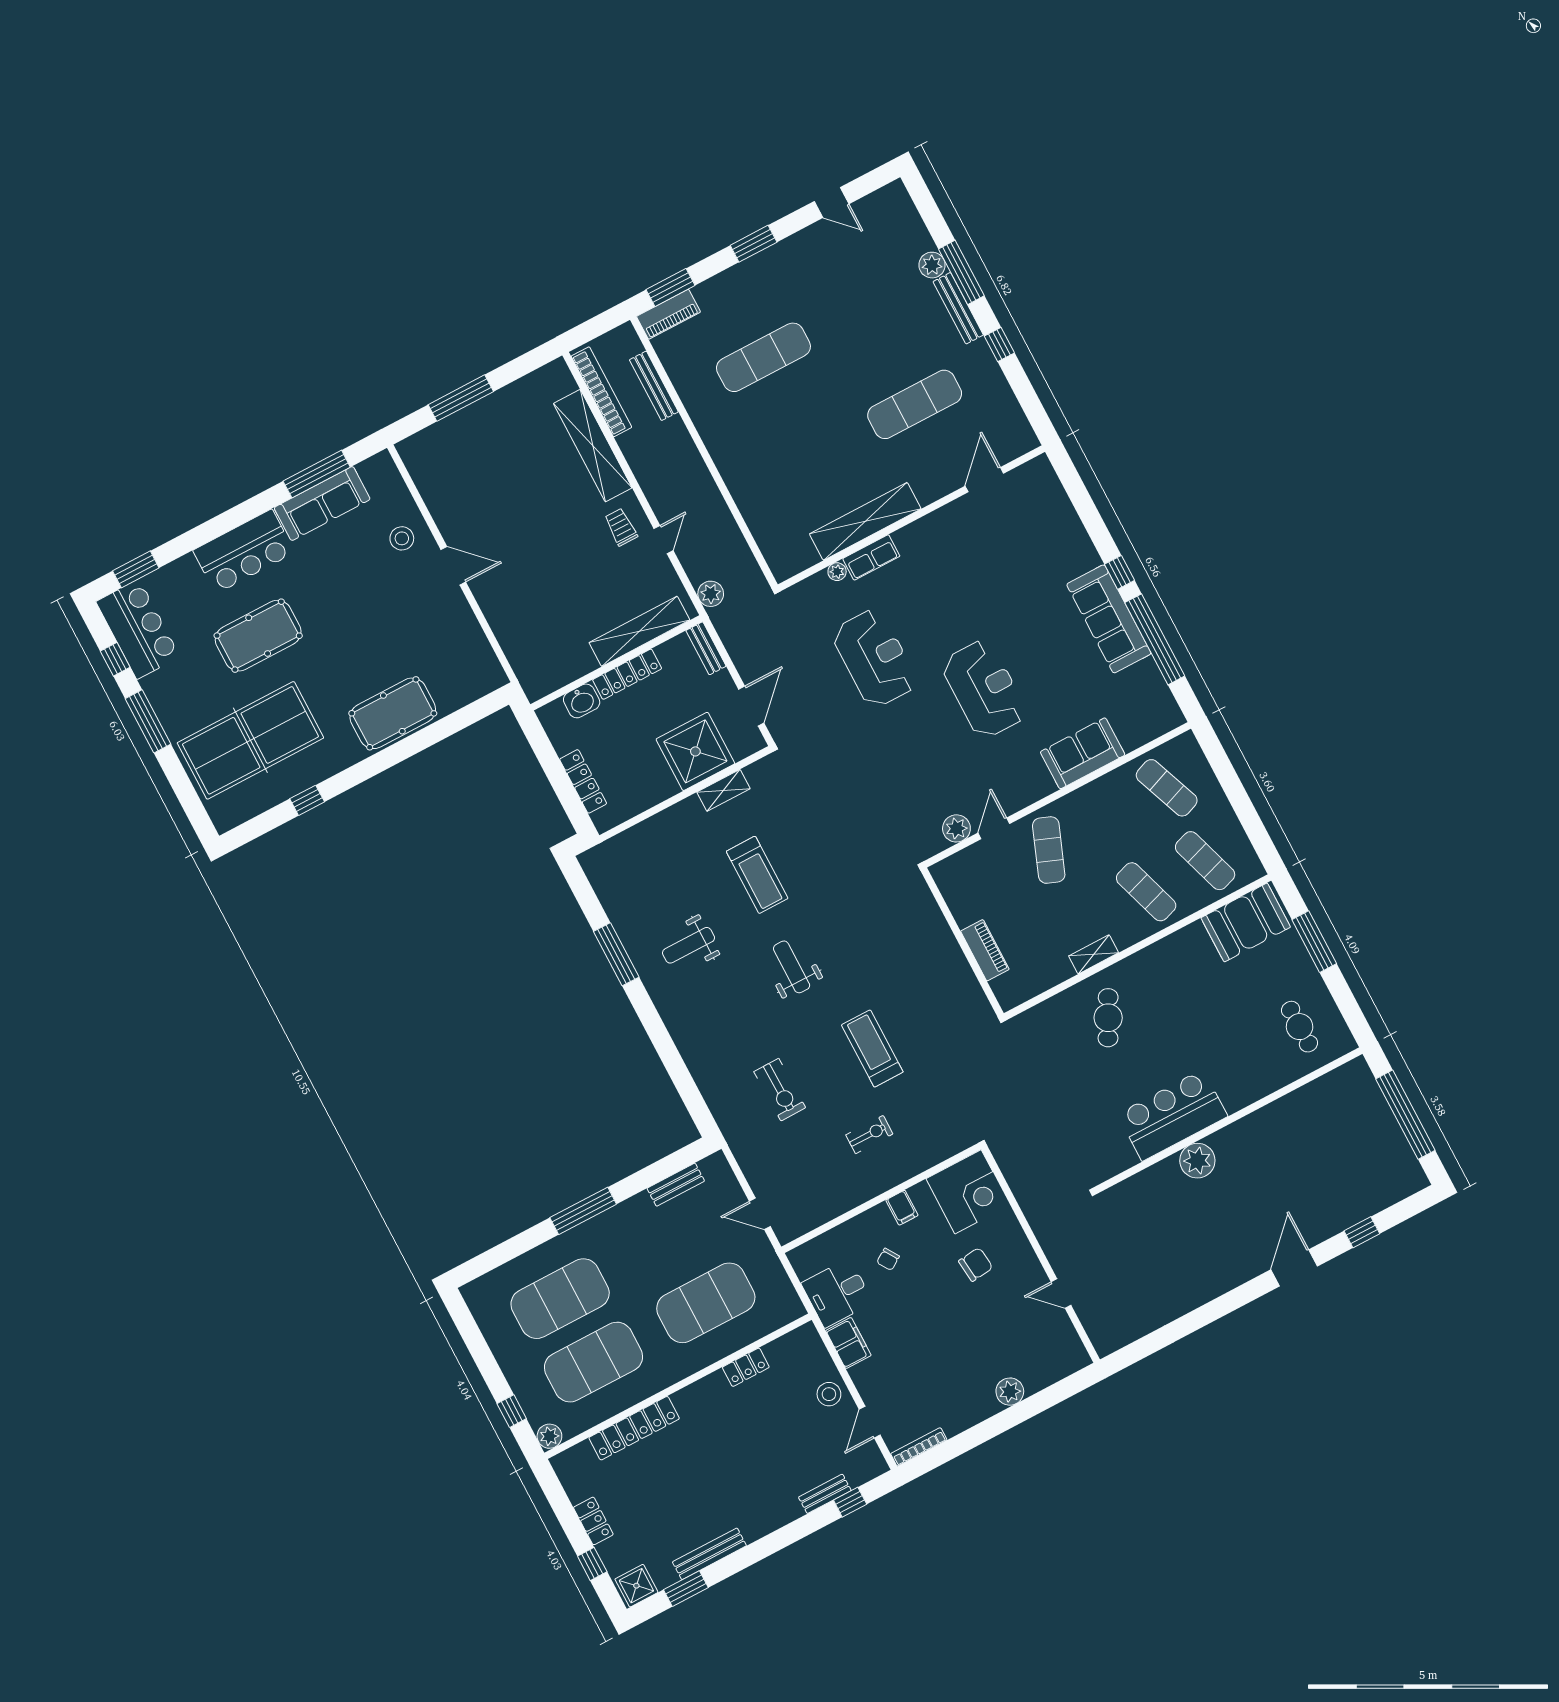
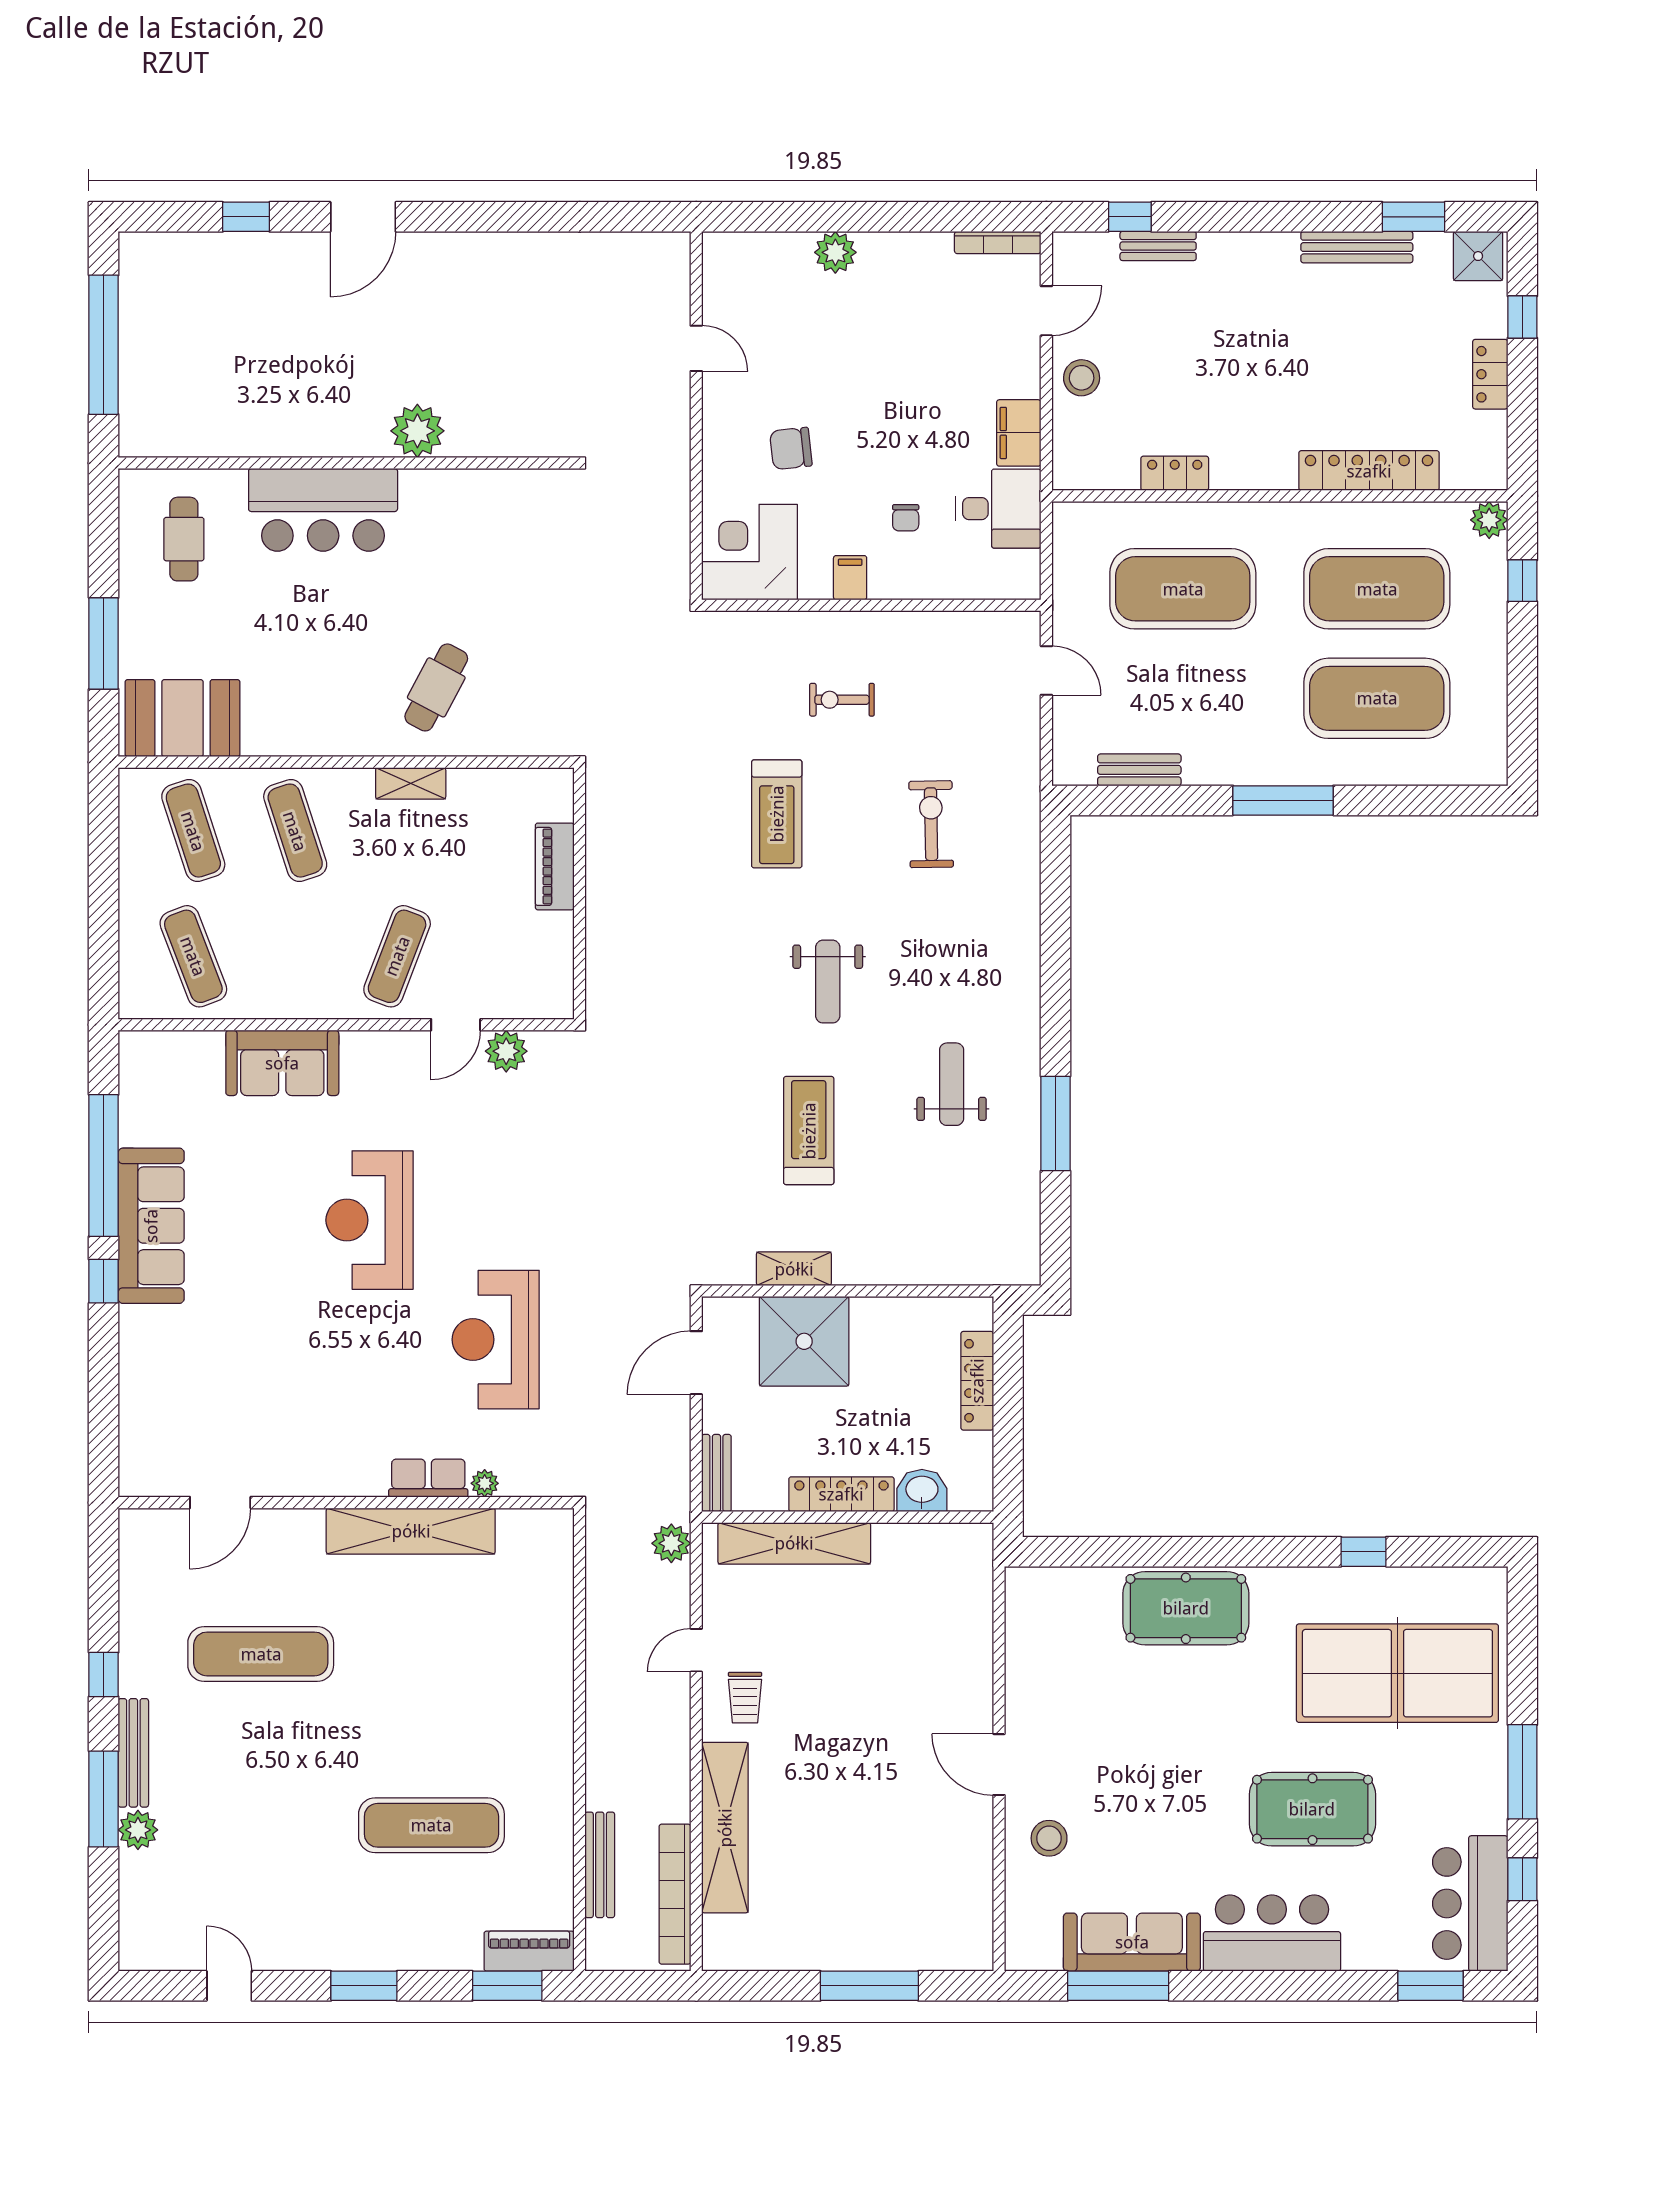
weight bench: (689, 945) -> (952, 1084), turned -90
bar counter: (1172, 1115) -> (323, 510), moved
chair: (888, 1259) -> (906, 518), turned 123

